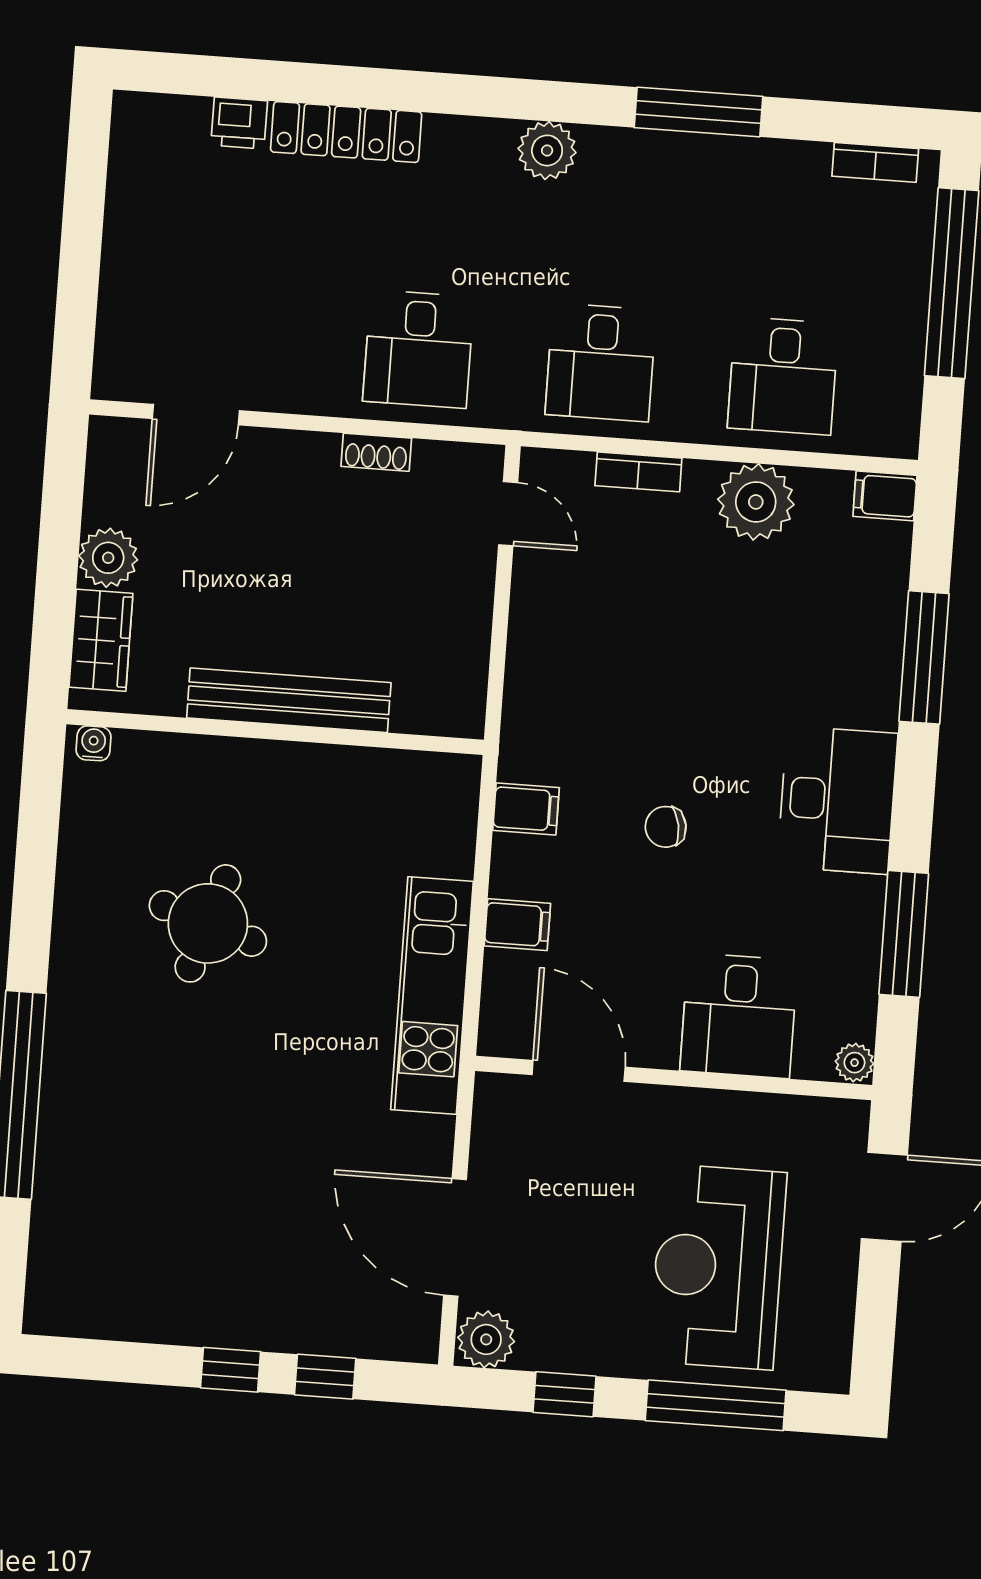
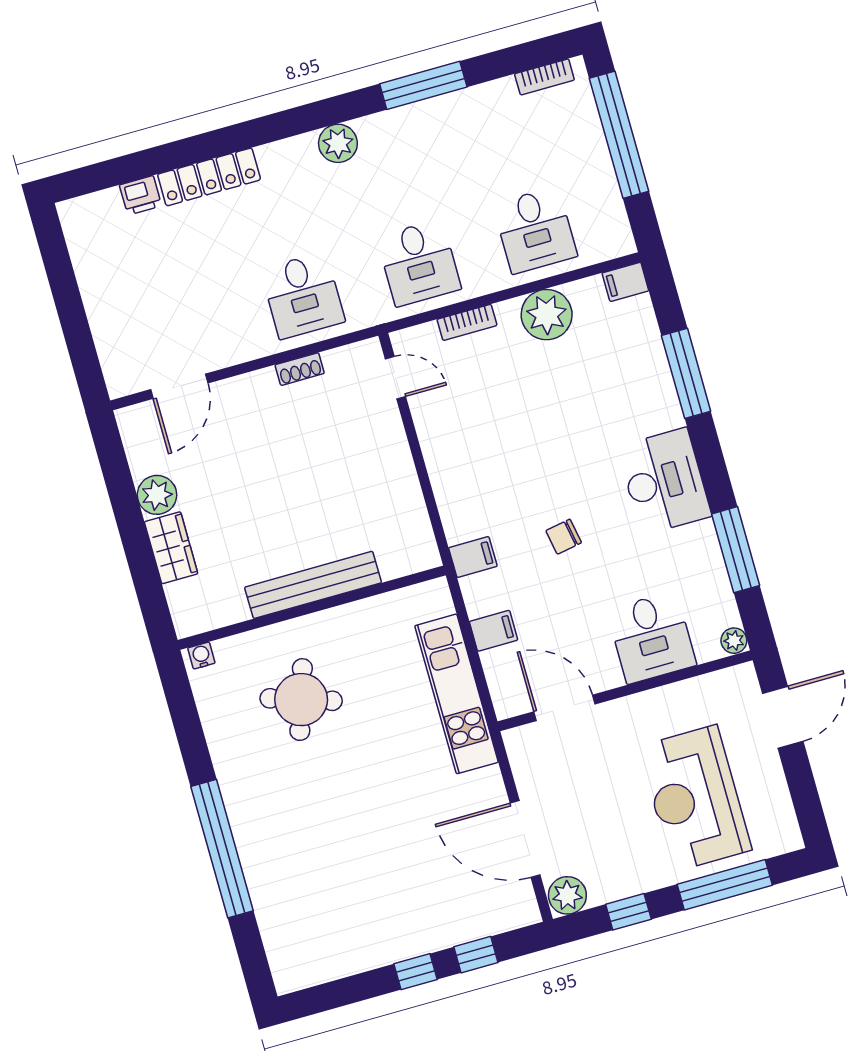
bench: (289, 700) -> (313, 585), moved
wall: (275, 732) -> (312, 608), moved
water cooler: (93, 743) -> (201, 656), moved

